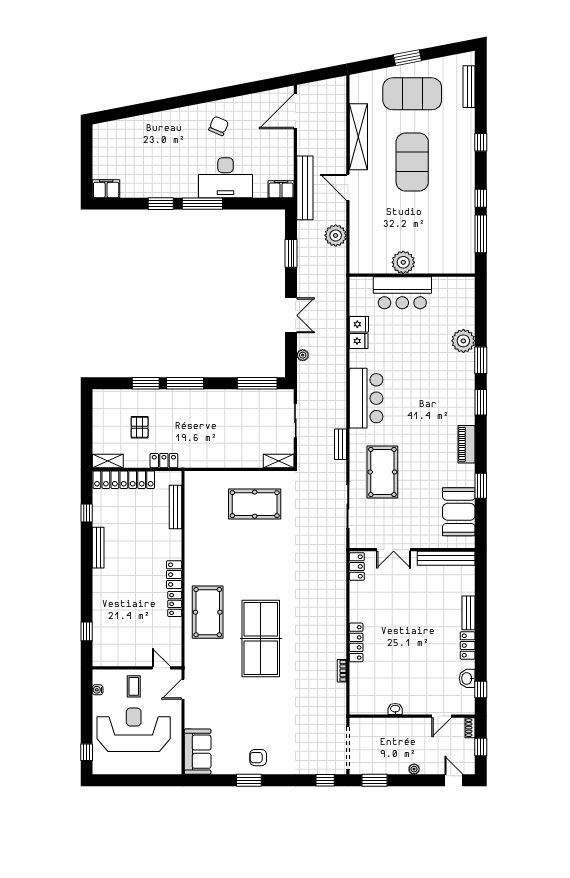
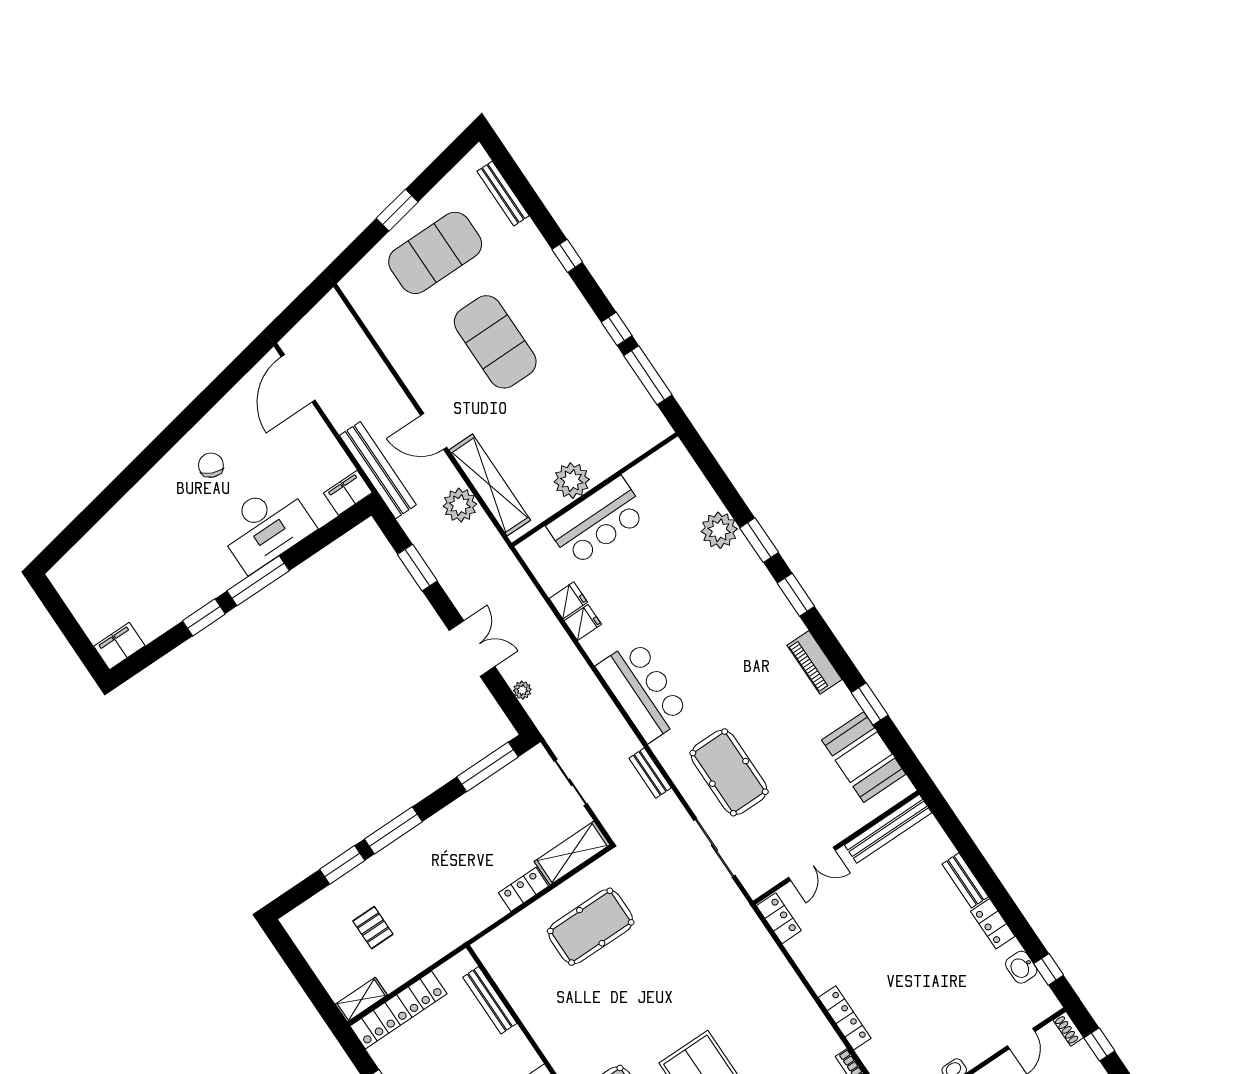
shelving: (358, 137) -> (490, 485), moved
locker: (164, 461) -> (523, 889), moved
shelving: (279, 461) -> (572, 853), width x1.50, depth x1.33

